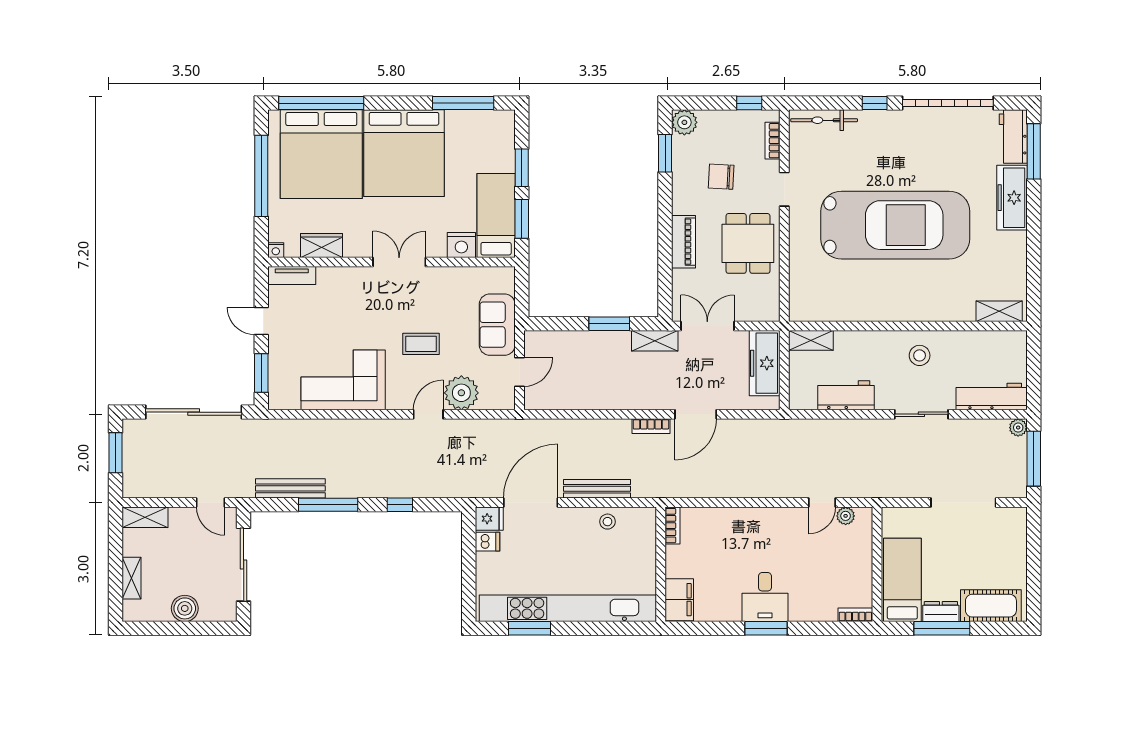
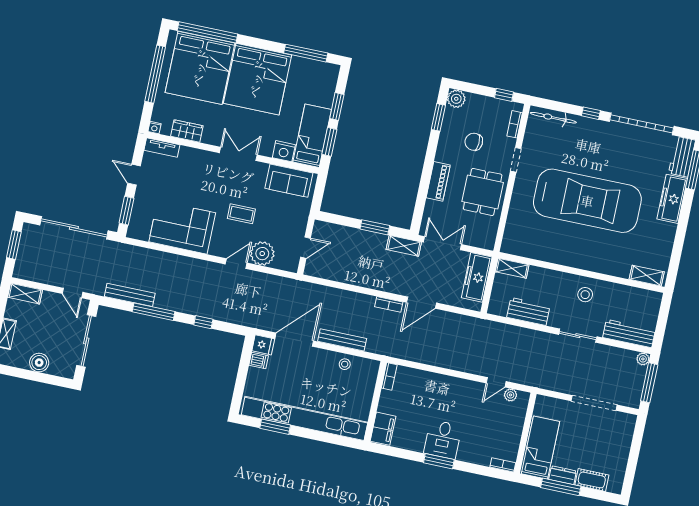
sofa: (497, 325) -> (289, 181), moved, turned -90
cot: (991, 606) -> (592, 480), width x0.73, depth x0.75

